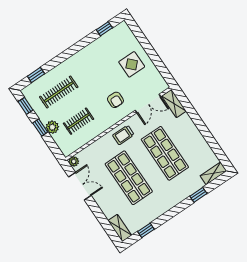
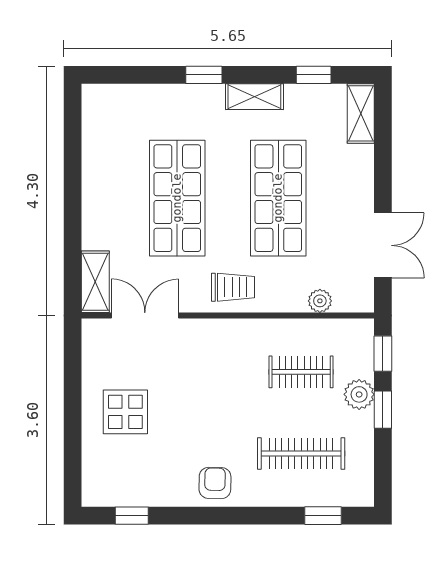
armchair: (115, 100) -> (215, 483), moved
window: (25, 106) -> (383, 354), moved
plant: (74, 161) -> (320, 301), moved
shelving: (213, 173) -> (254, 97), moved
double door: (80, 186) -> (383, 245), swing flipped
window: (198, 195) -> (204, 75), moved

